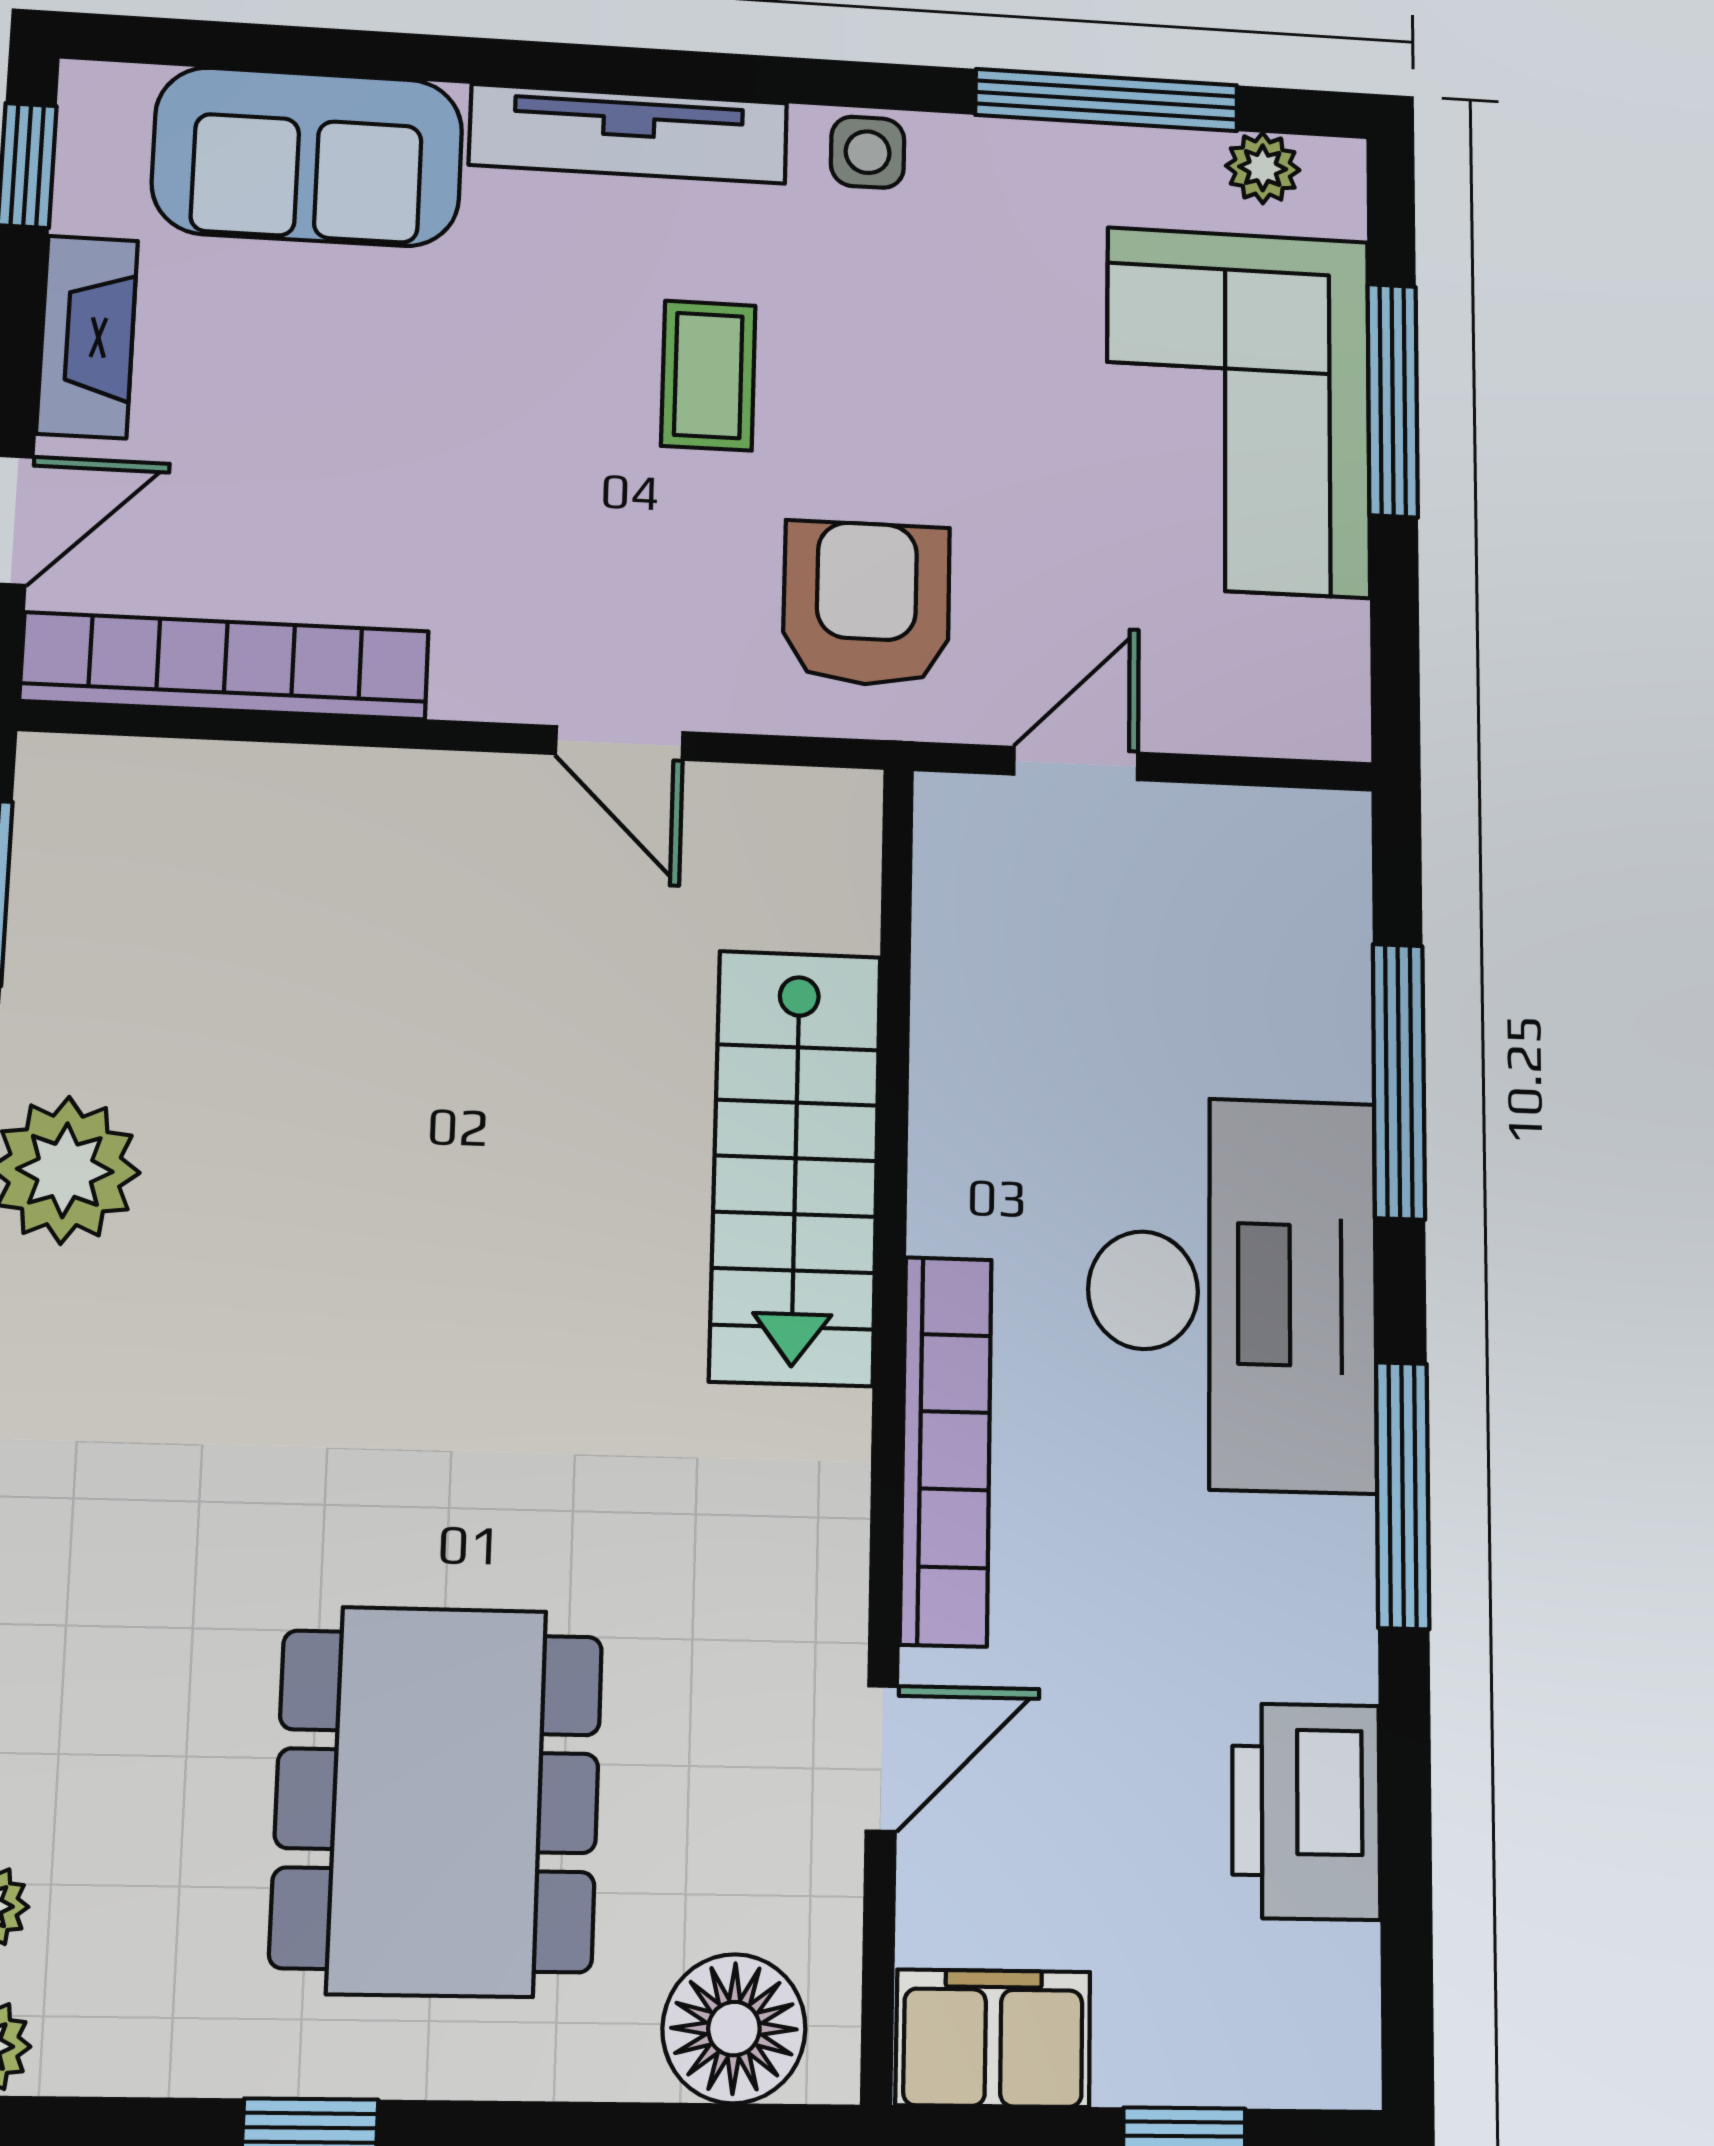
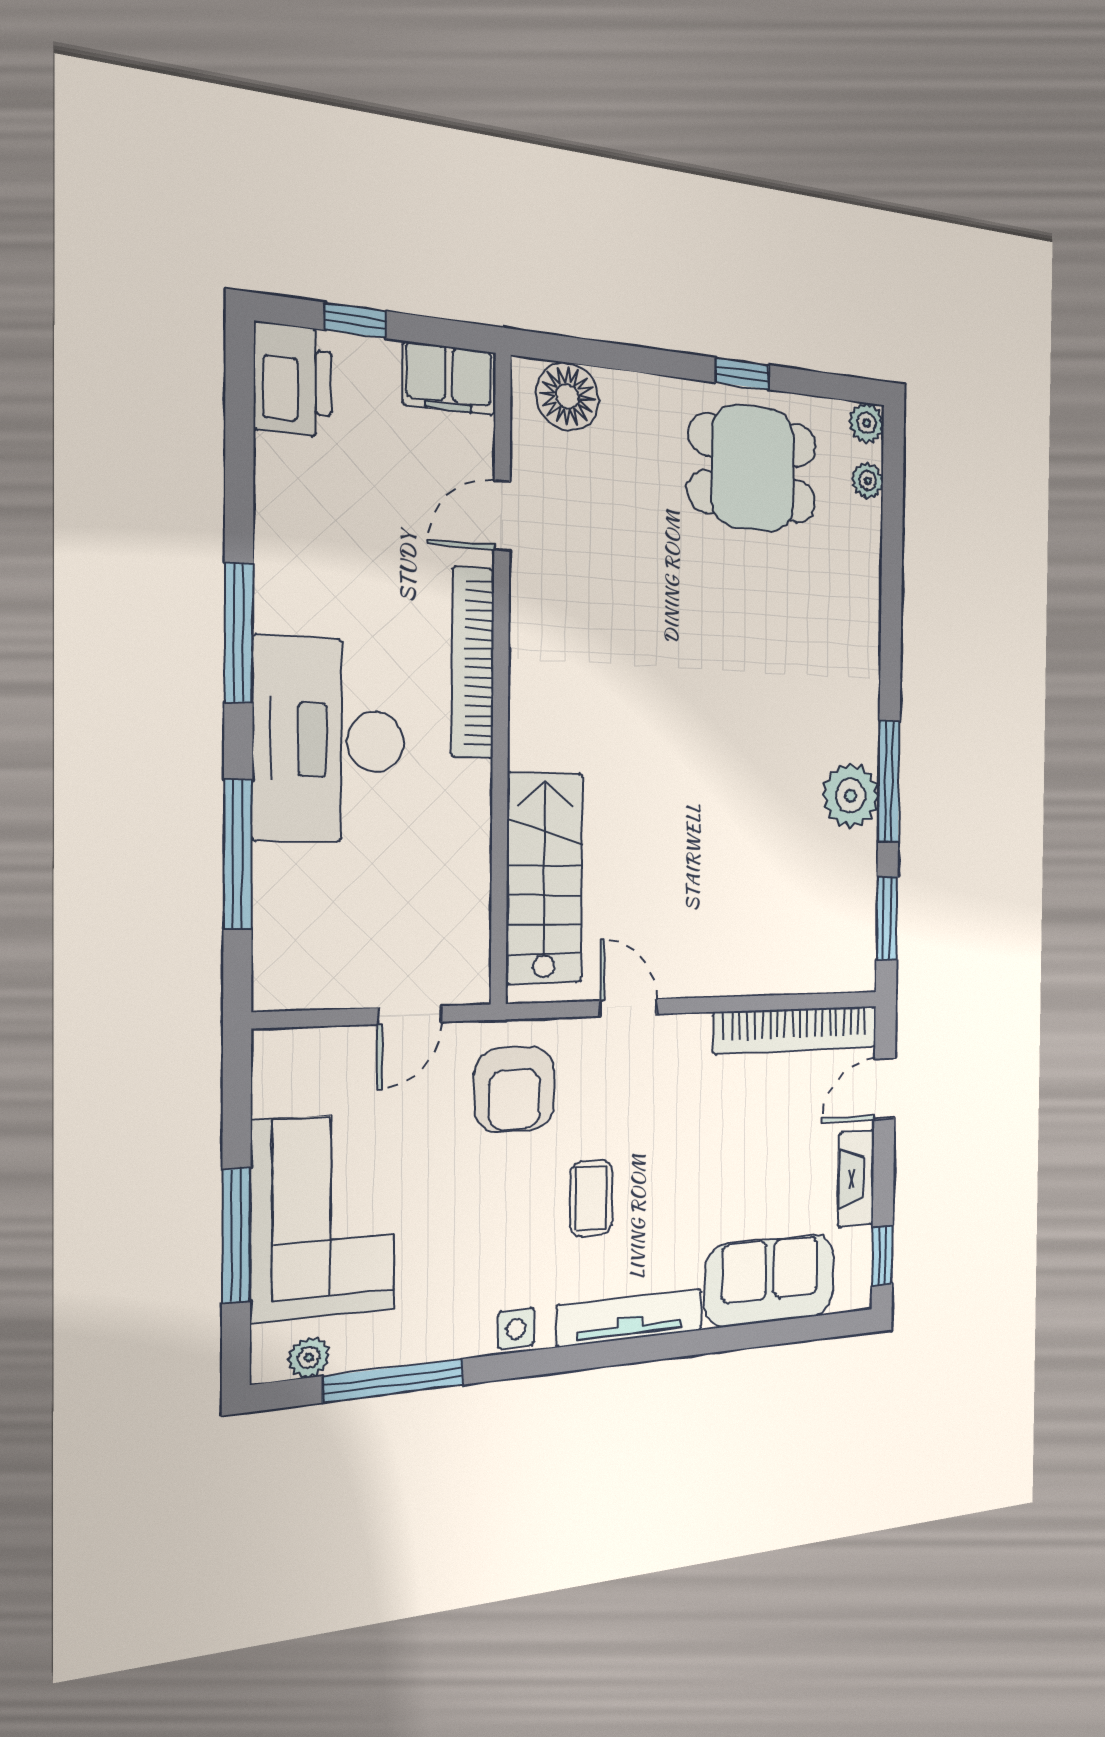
stairs: (796, 1167) -> (544, 878), moved
dining table: (437, 1801) -> (753, 468), moved, width x0.73
printer: (1306, 1811) -> (293, 380), moved

